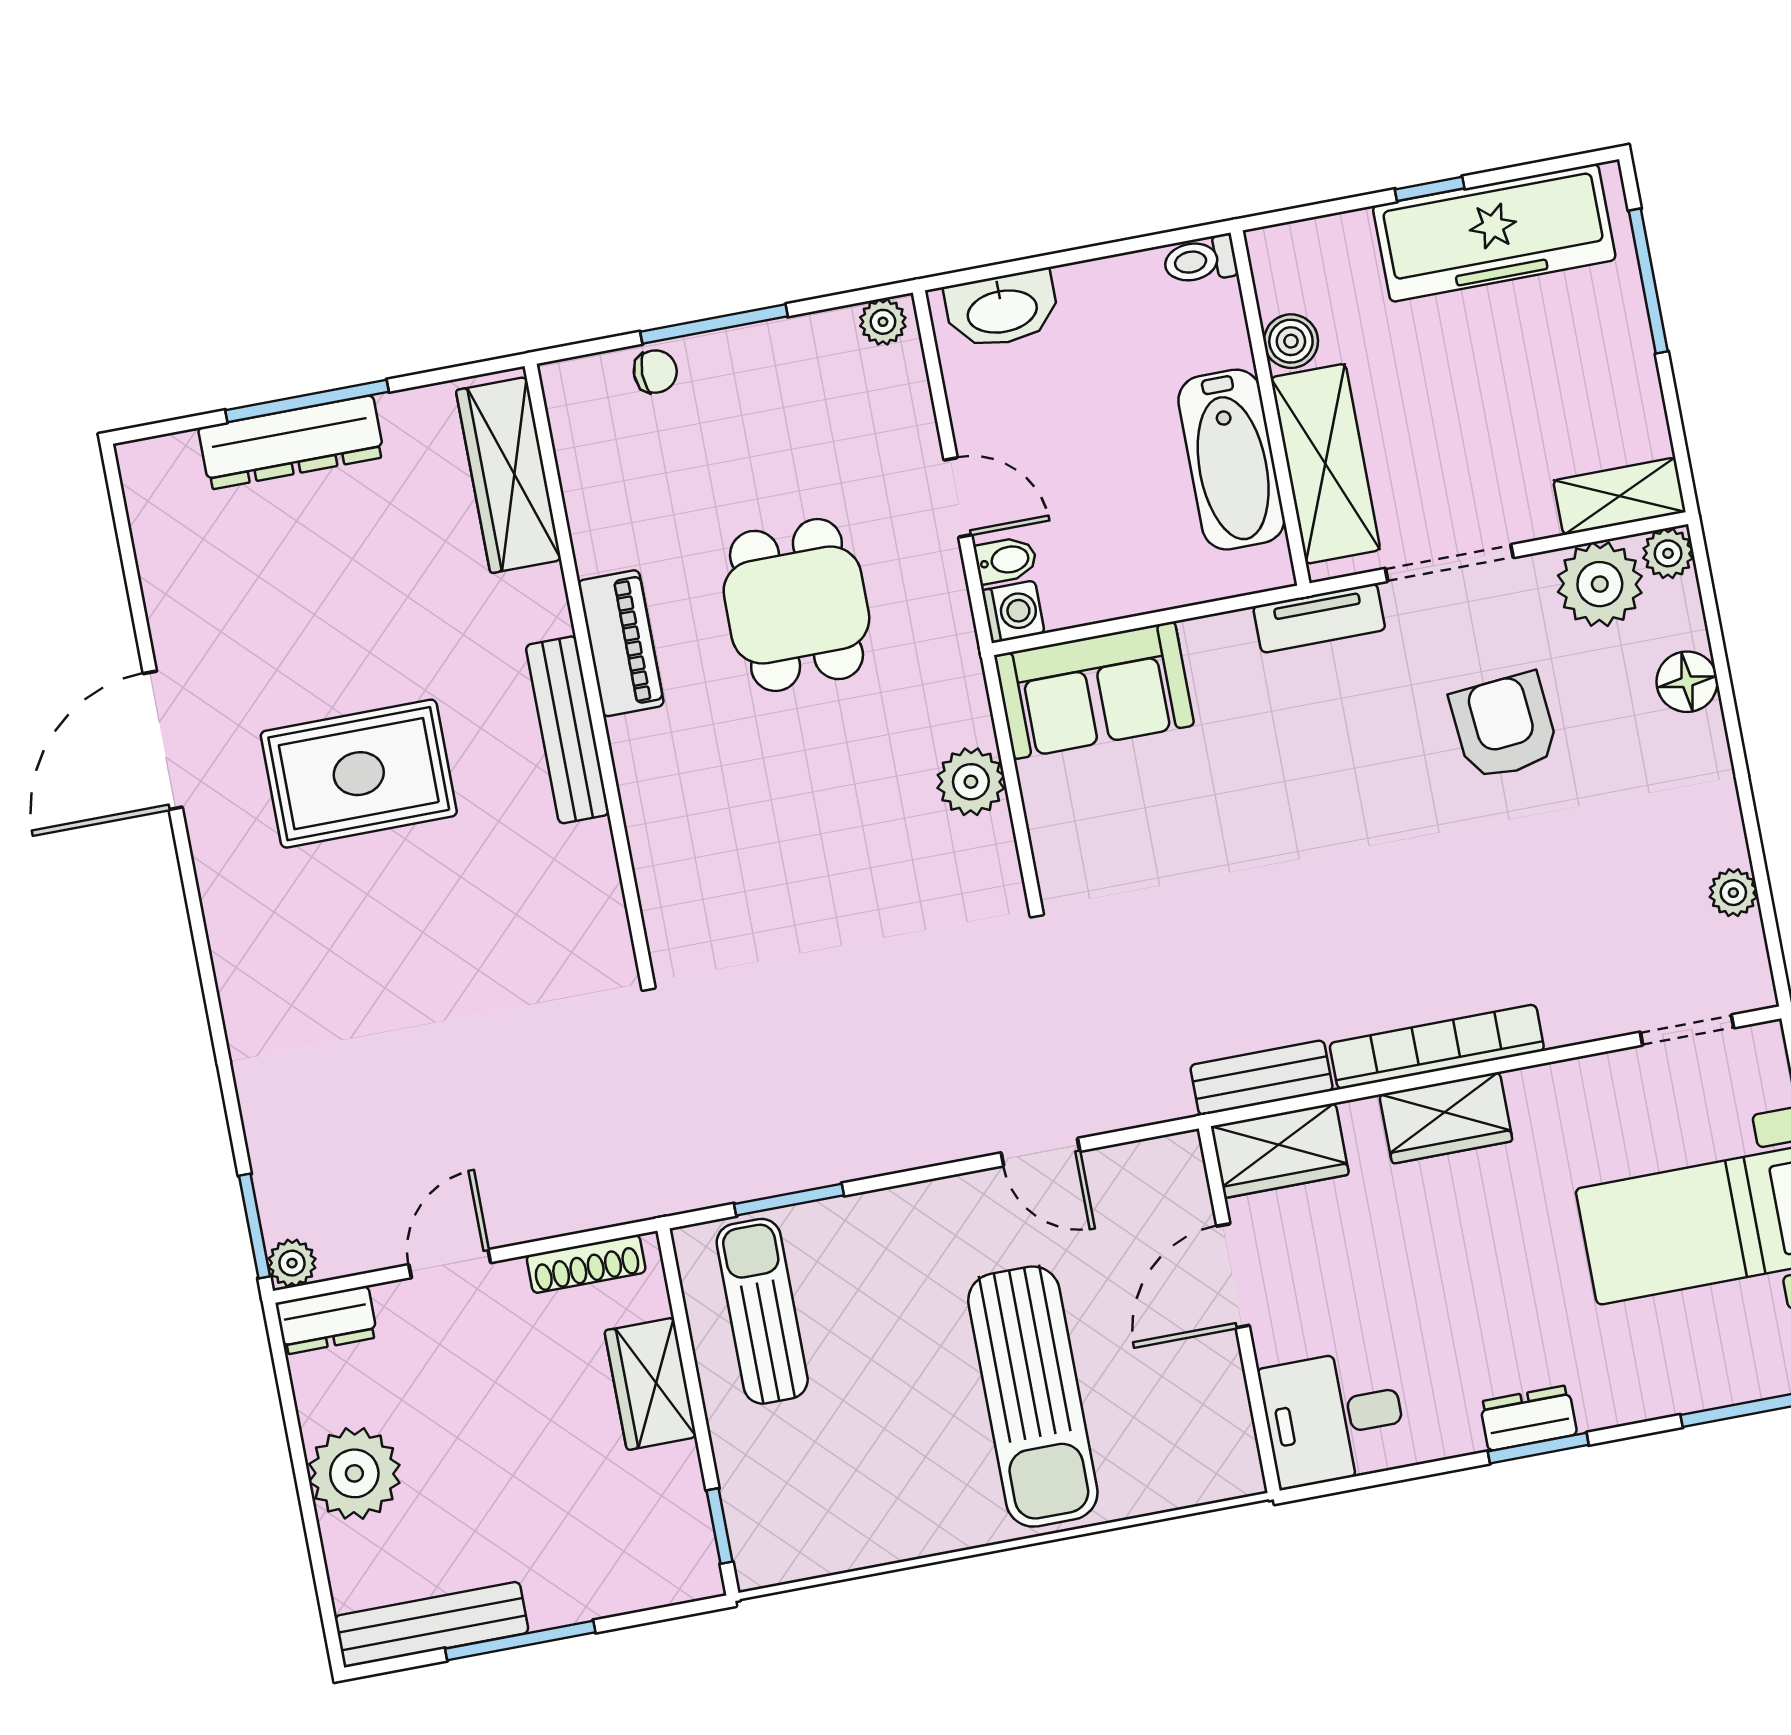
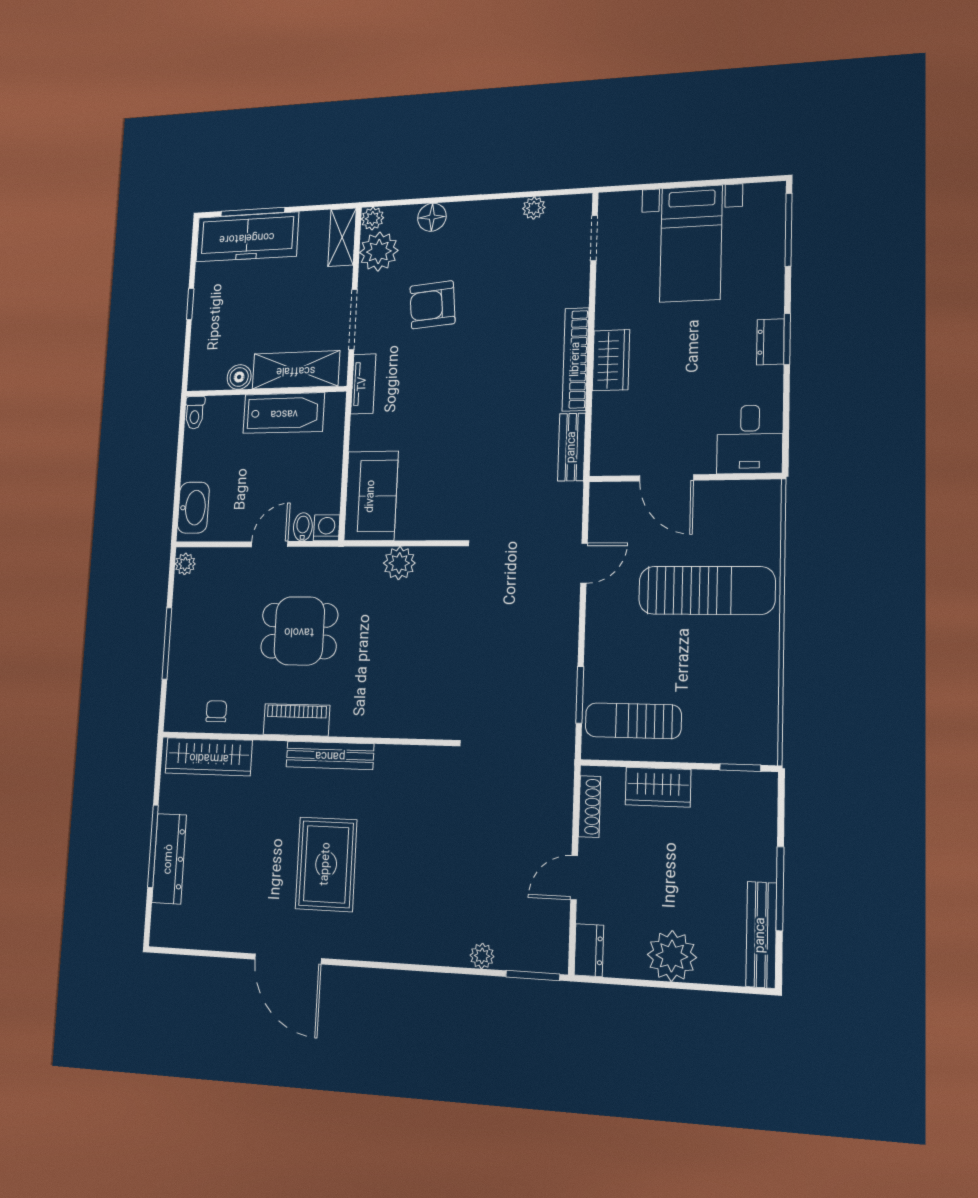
freezer: (1494, 233) -> (247, 237), moved, turned 90
chair: (655, 372) -> (216, 711), moved
wardrobe: (1280, 1150) -> (609, 444), removed
plant: (292, 1263) -> (482, 956), moved
door: (450, 1264) -> (574, 878), hinge flipped

